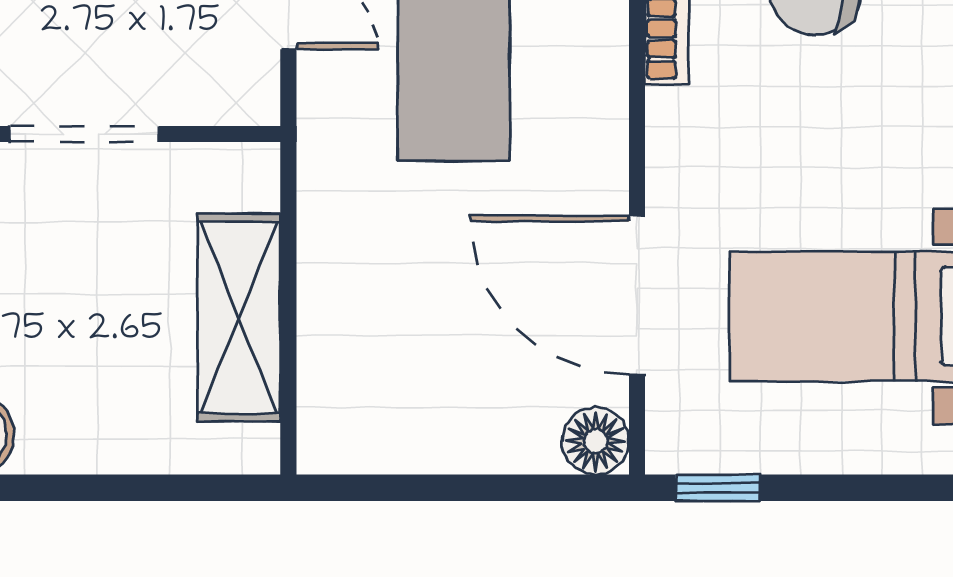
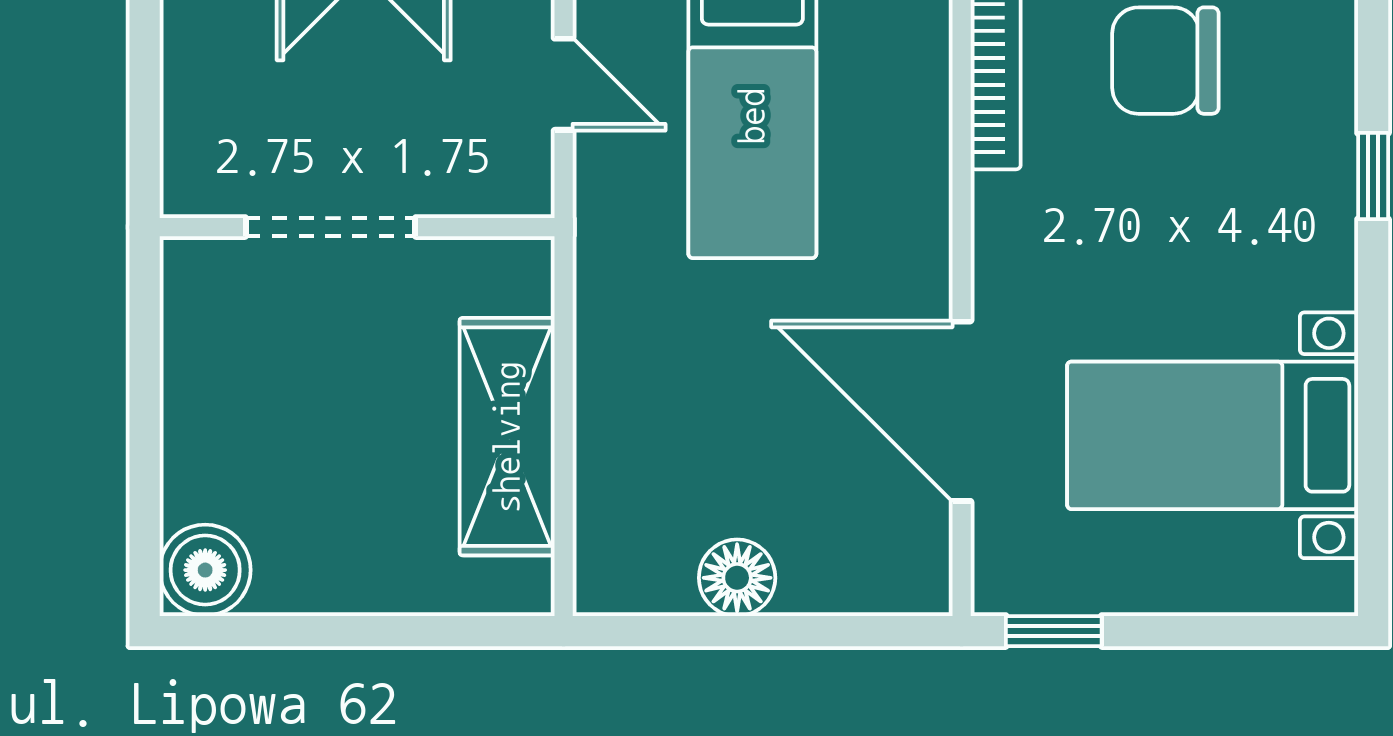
floor lamp: (595, 441) -> (737, 578), moved

